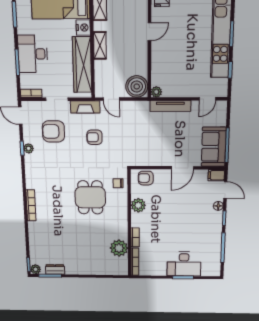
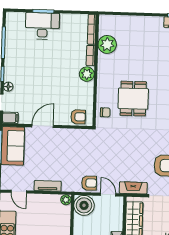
door: (207, 99) -> (19, 192), swing flipped
tv unit: (170, 106) -> (48, 186), width x0.71
armchair: (94, 137) -> (89, 183), moved
plant: (138, 205) -> (87, 74), moved

